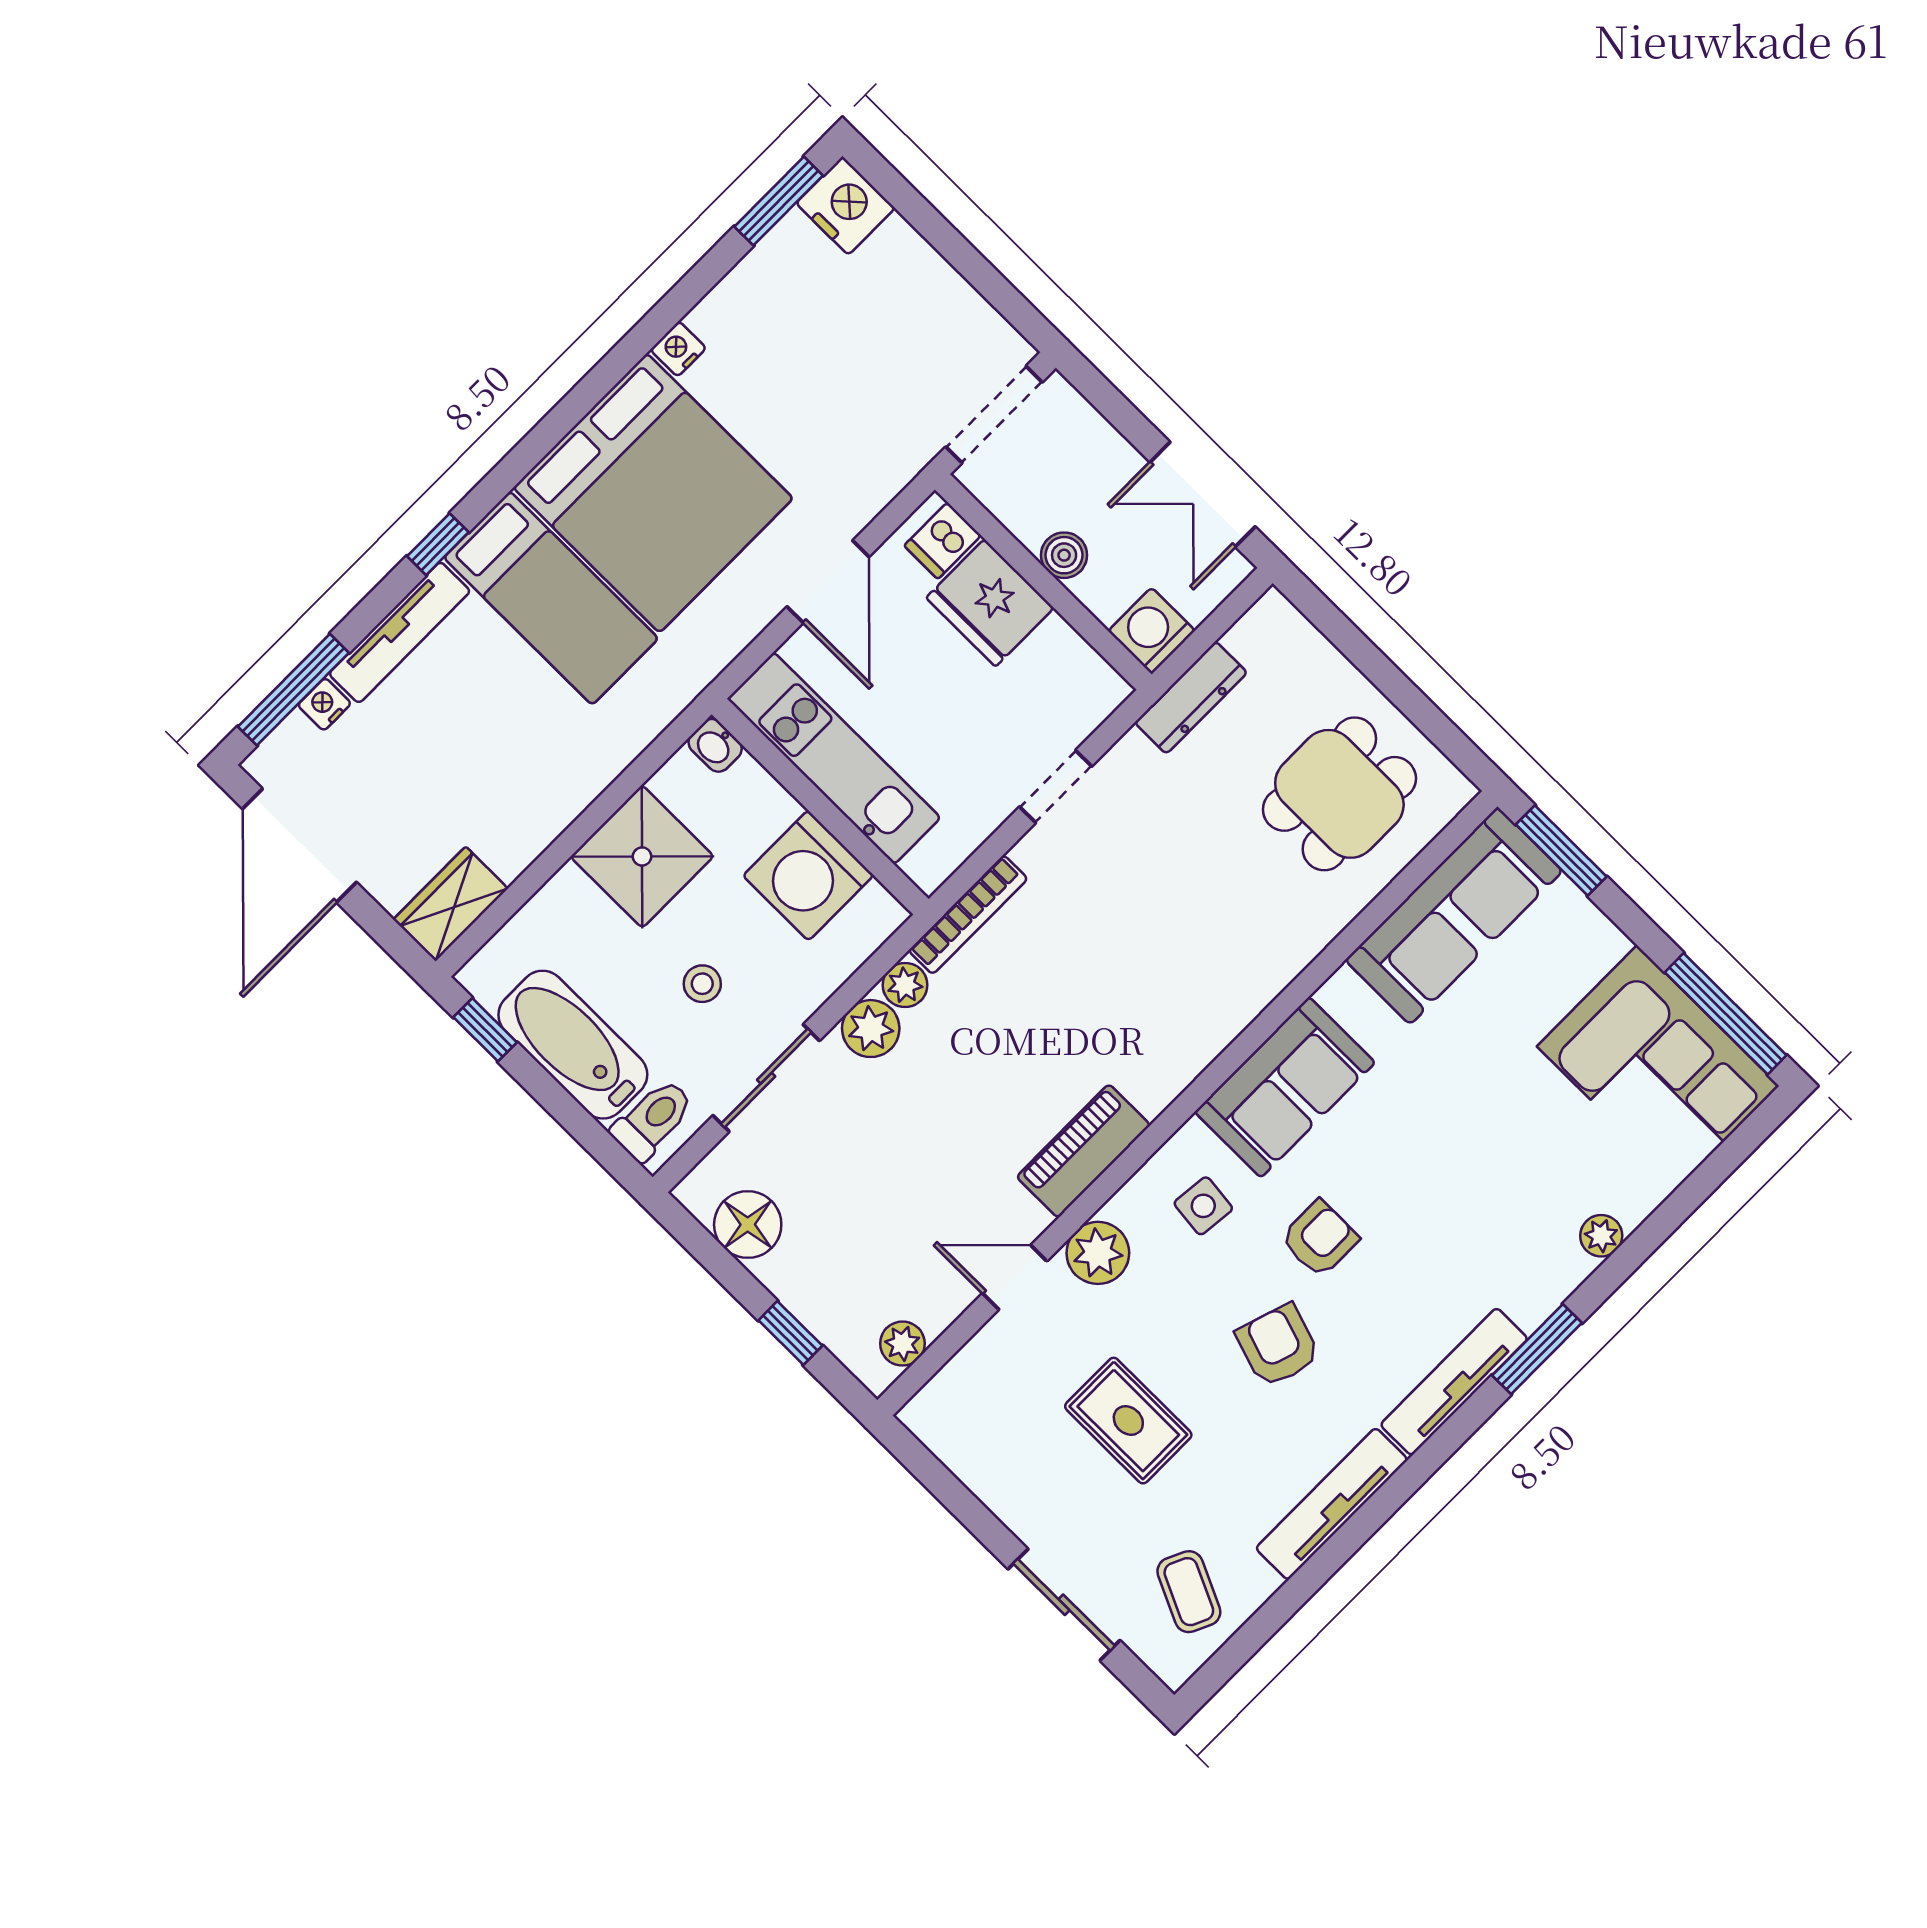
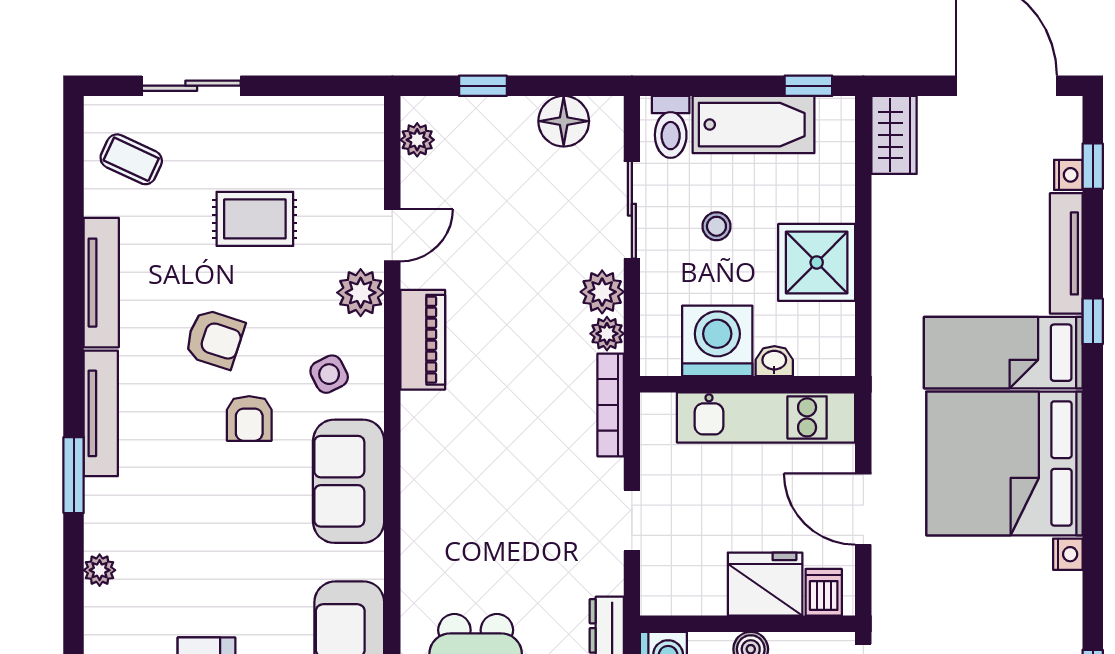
window: (293, 690) -> (1093, 166), width x0.46
washbasin: (715, 745) -> (774, 361), moved
side table: (1203, 1206) -> (329, 374), turned -33

